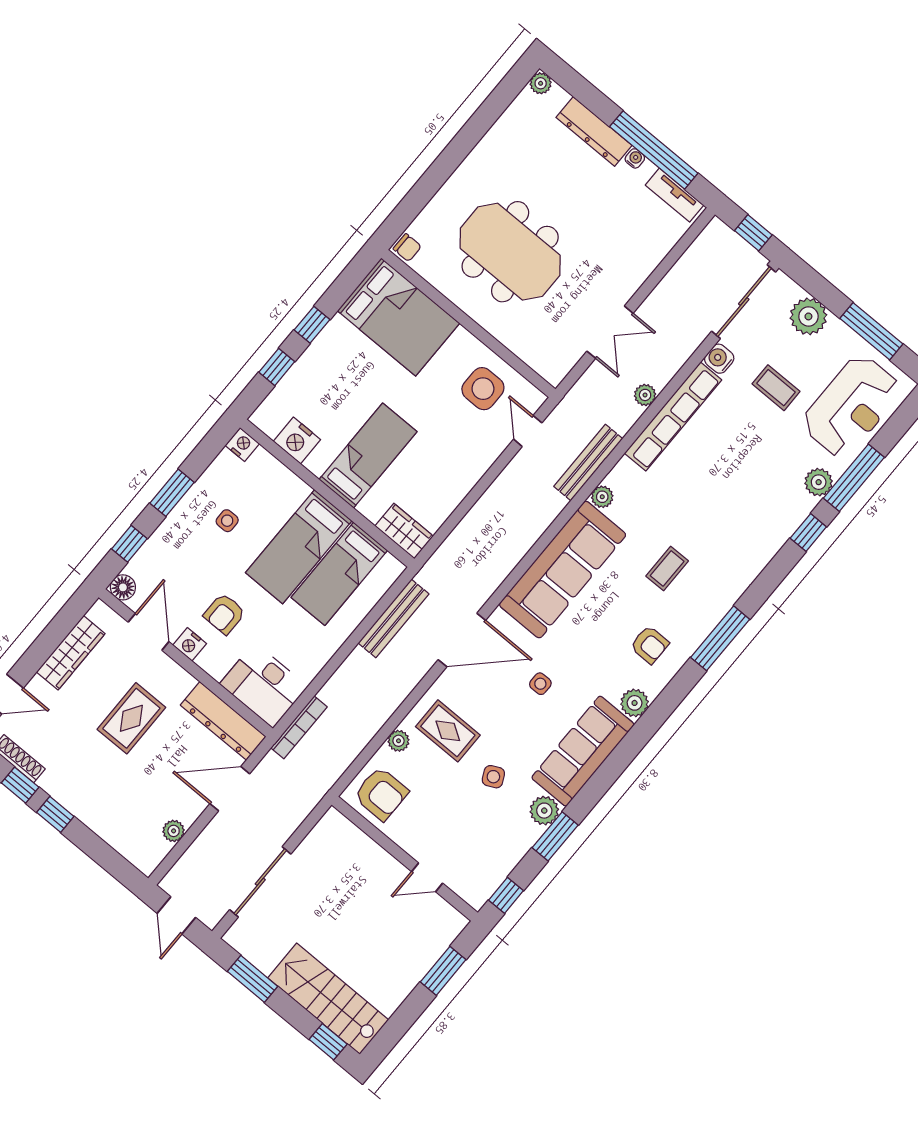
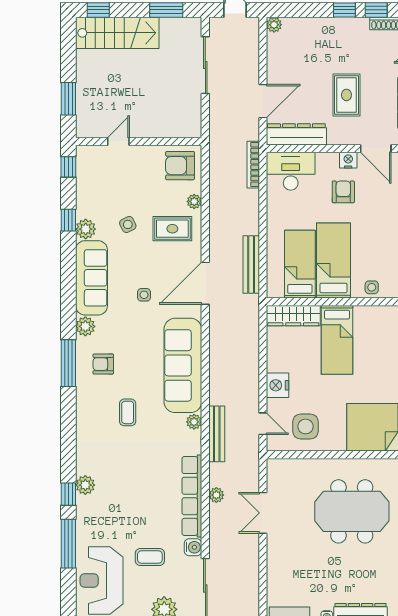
nightstand: (297, 440) -> (278, 385), moved, turned -90
plant: (819, 482) -> (85, 485), moved
side table: (227, 521) -> (372, 287), moved
wardrobe: (404, 531) -> (293, 316), width x1.50
window: (720, 638) -> (68, 363), moved
plant: (174, 831) -> (274, 25), moved
window: (555, 836) -> (68, 220), width x0.67

